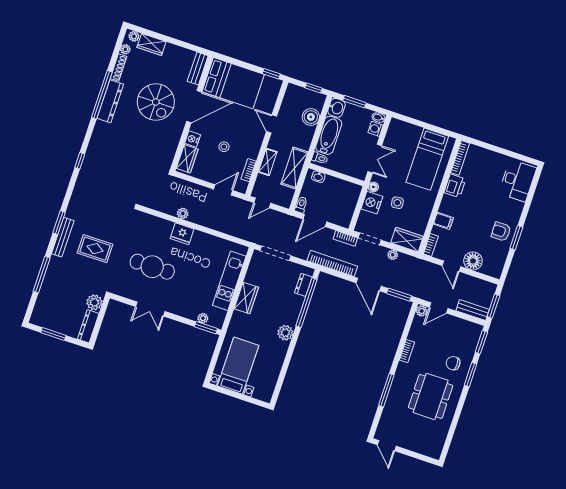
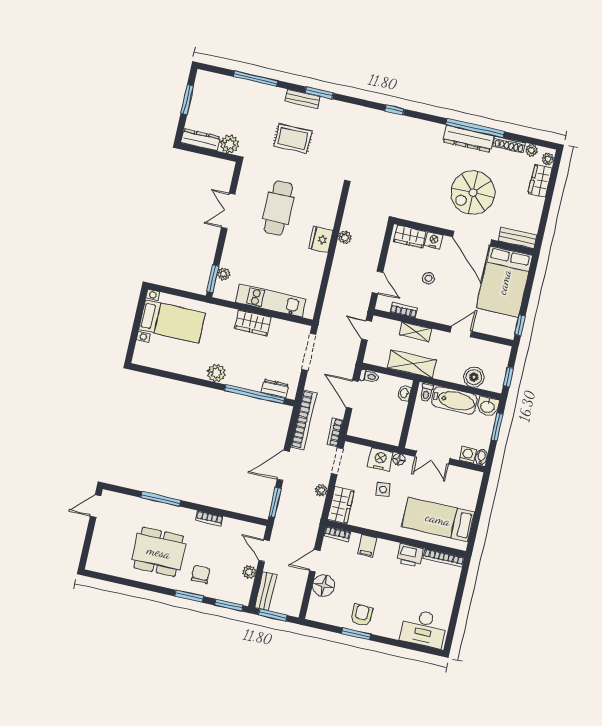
bench: (63, 237) -> (302, 99), width x0.73
rug: (95, 249) -> (293, 138), turned 90
plant: (422, 311) -> (249, 572), moved

